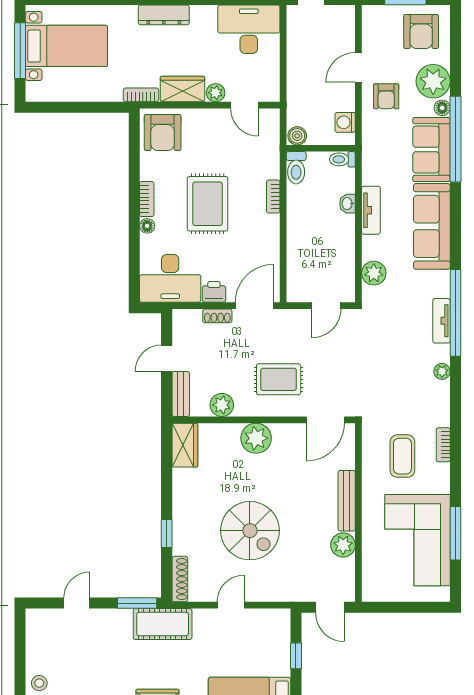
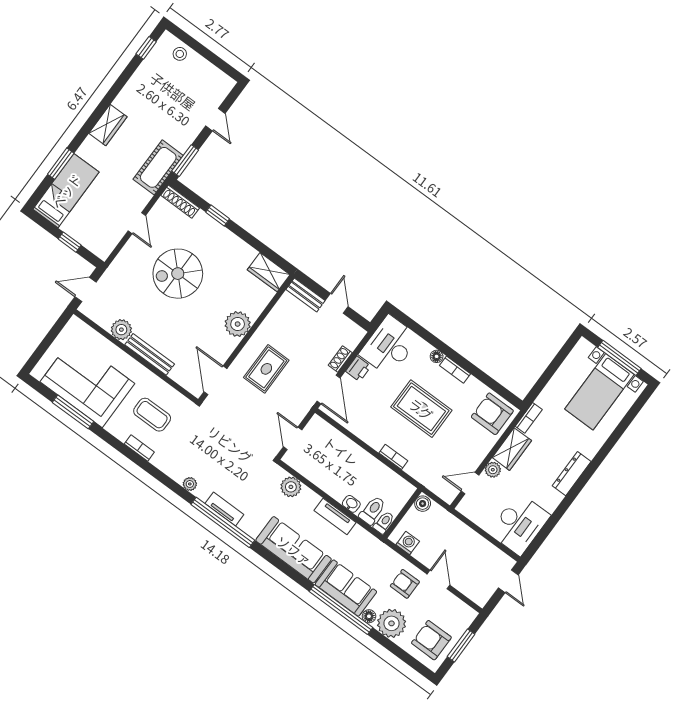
toilet: (296, 168) -> (372, 510), moved, turned 90
plant: (222, 405) -> (277, 317), removed

